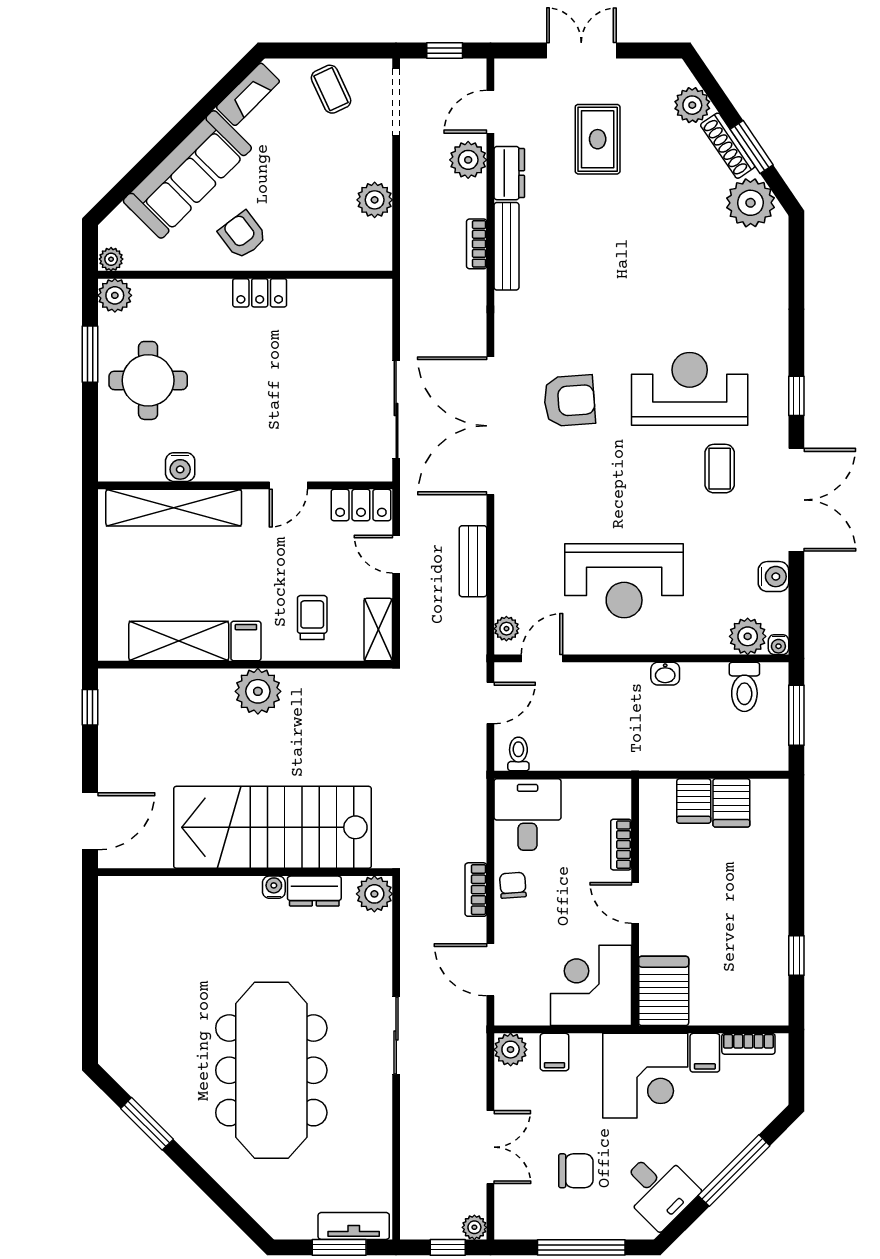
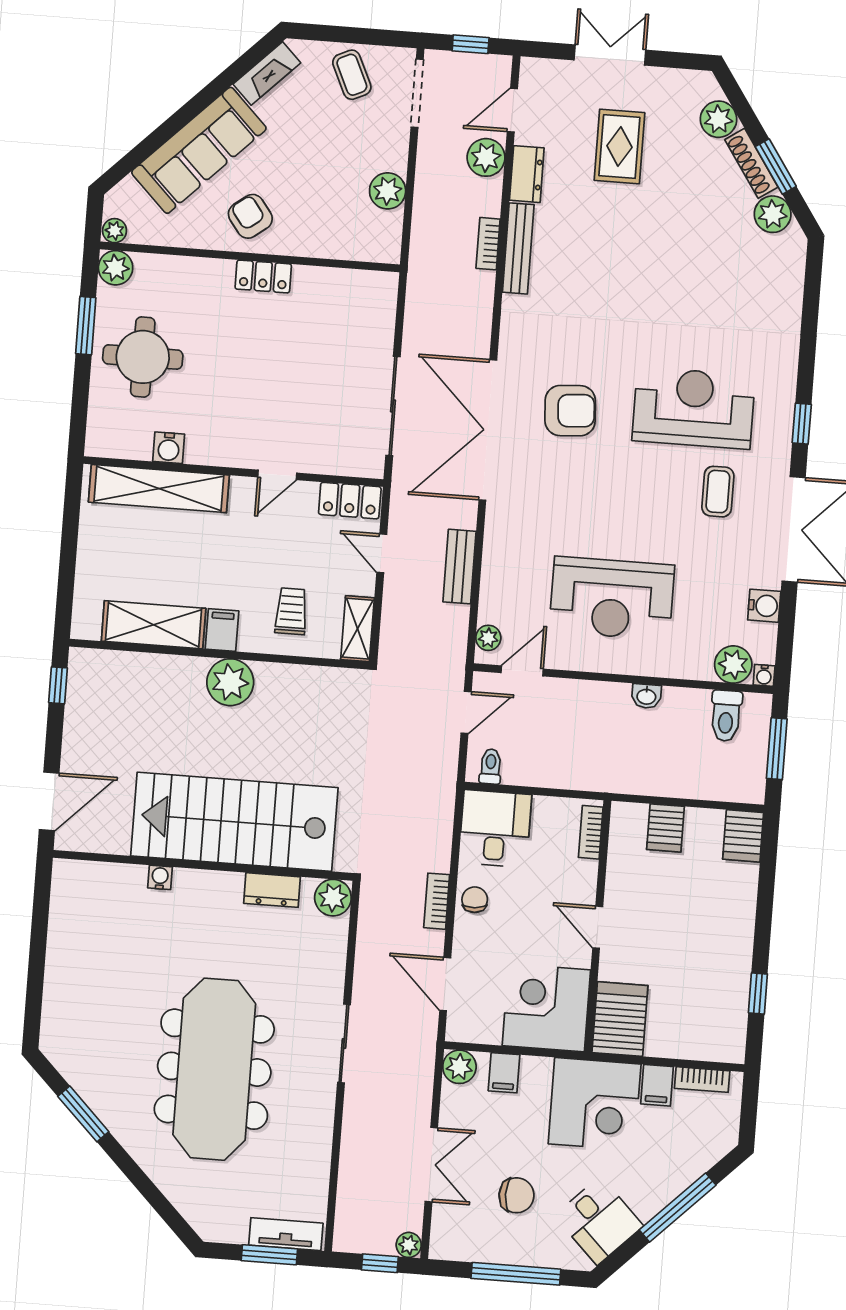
plant: (750, 203) -> (773, 214), width x0.73, depth x0.73
server rack: (731, 803) -> (743, 836), moved
bookcase: (621, 845) -> (591, 832), moved
water cooler: (274, 887) -> (160, 877), moved

